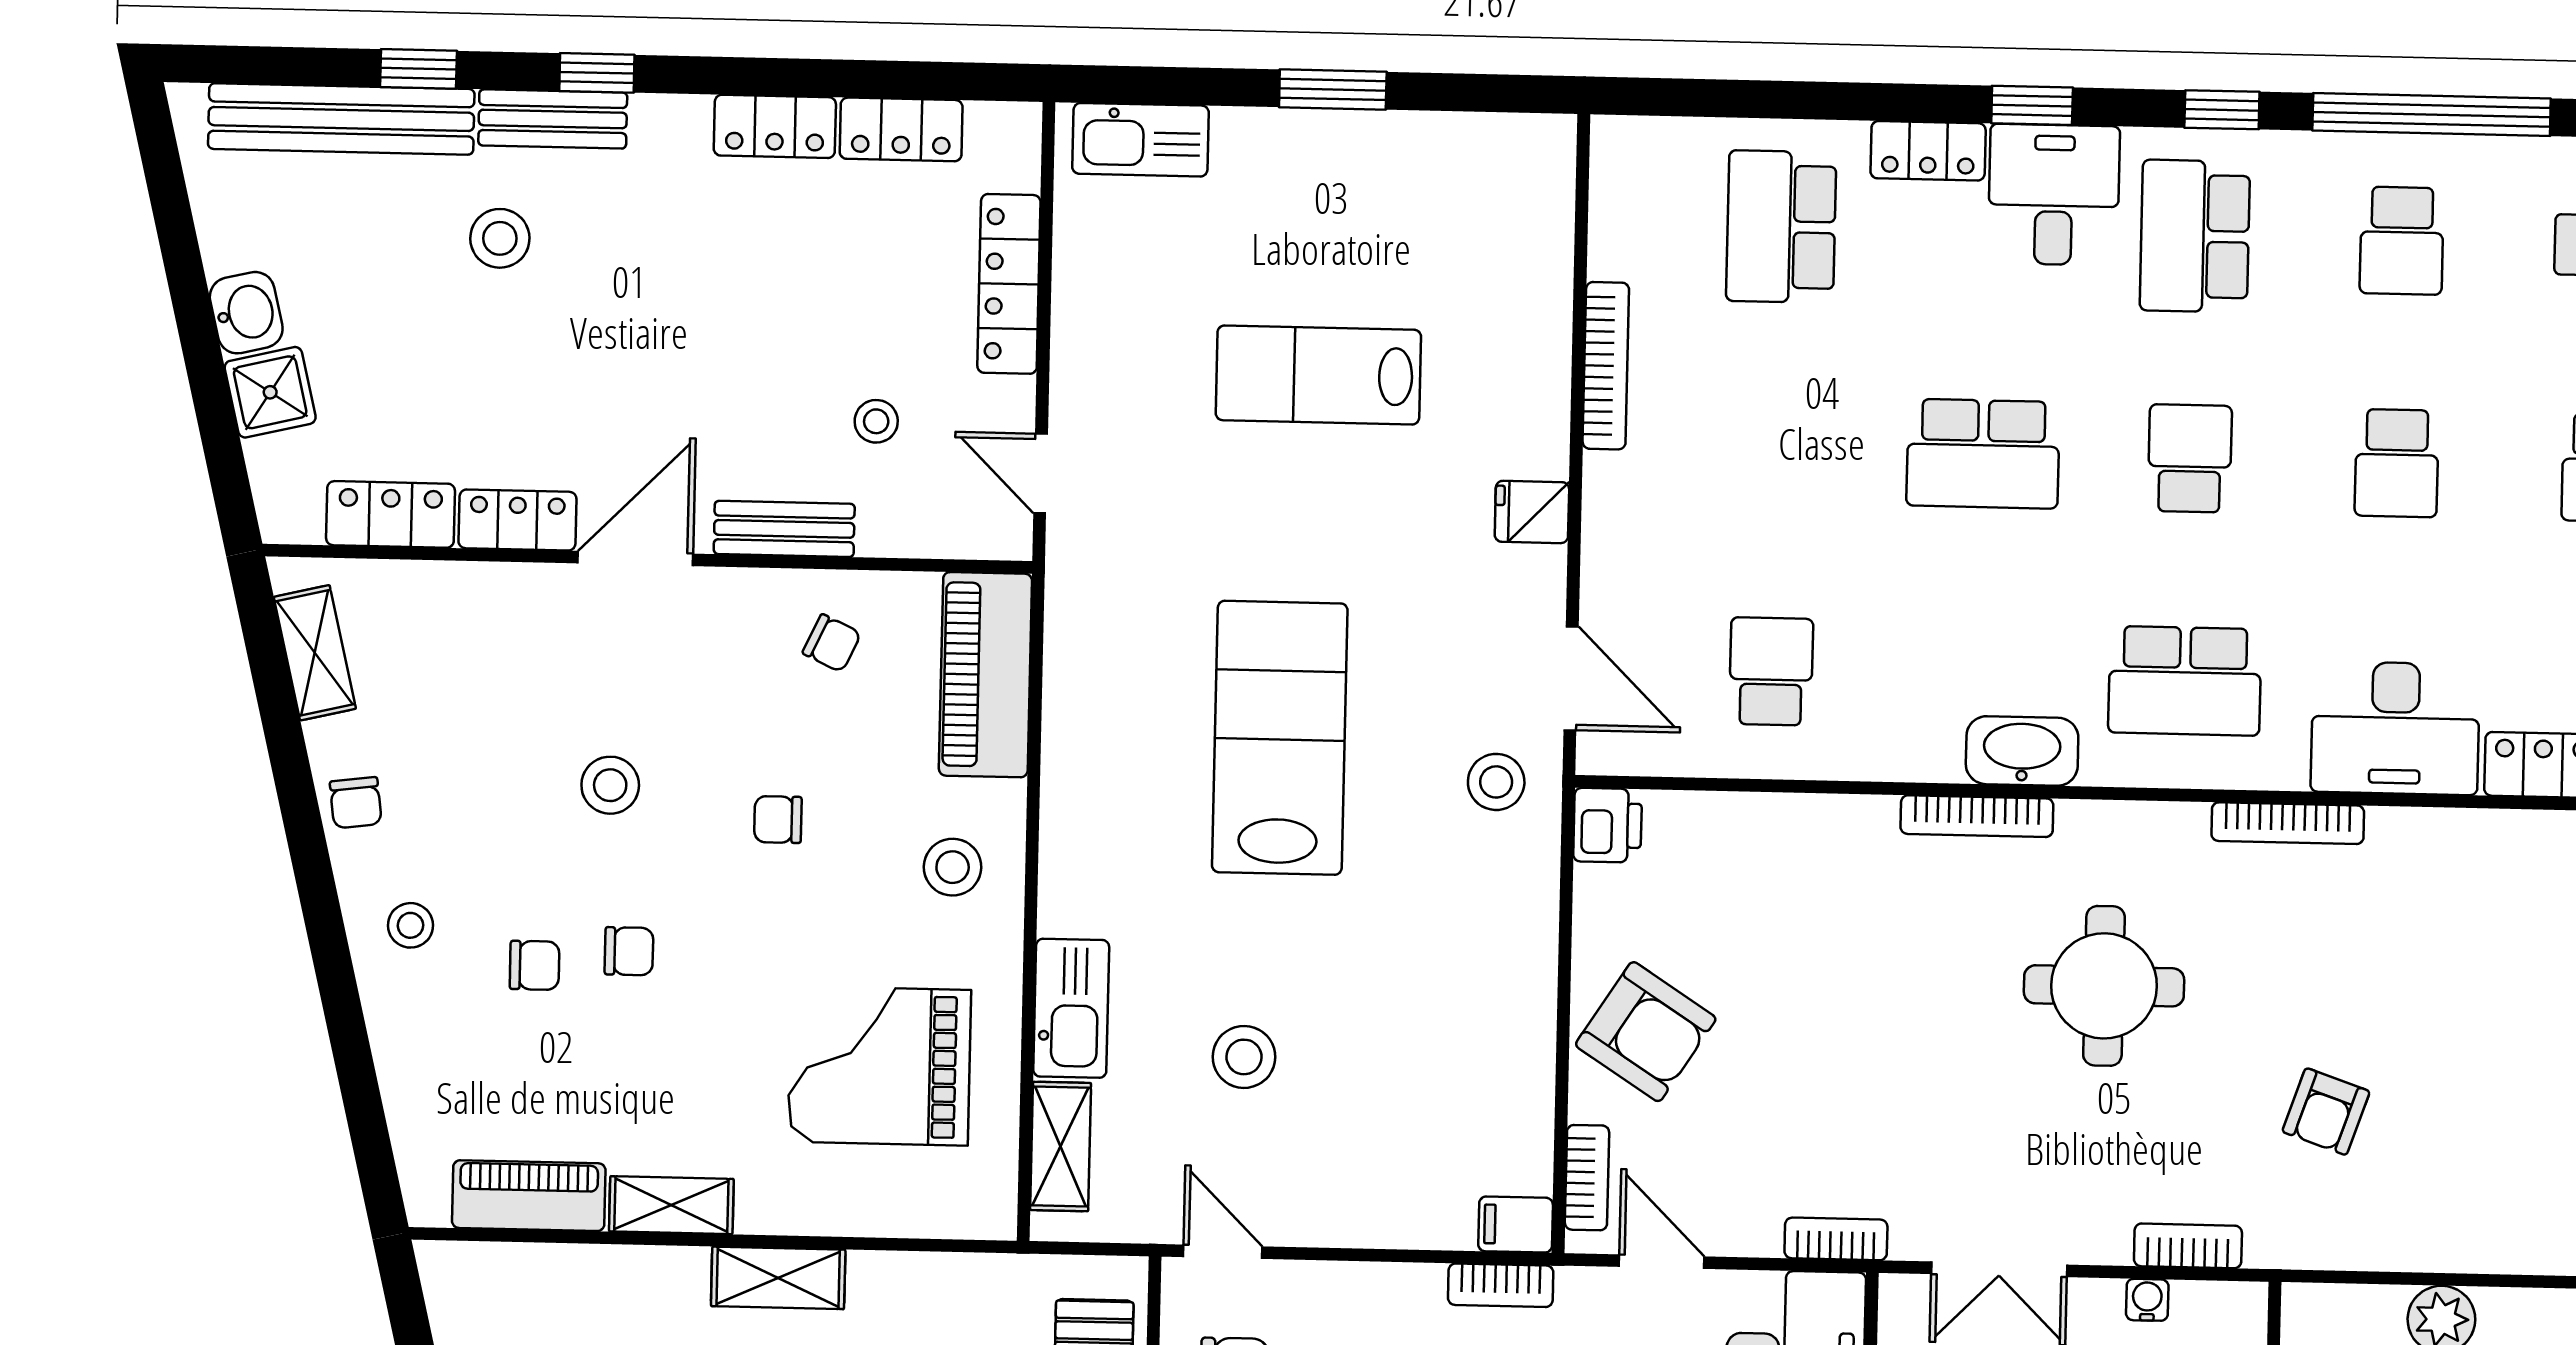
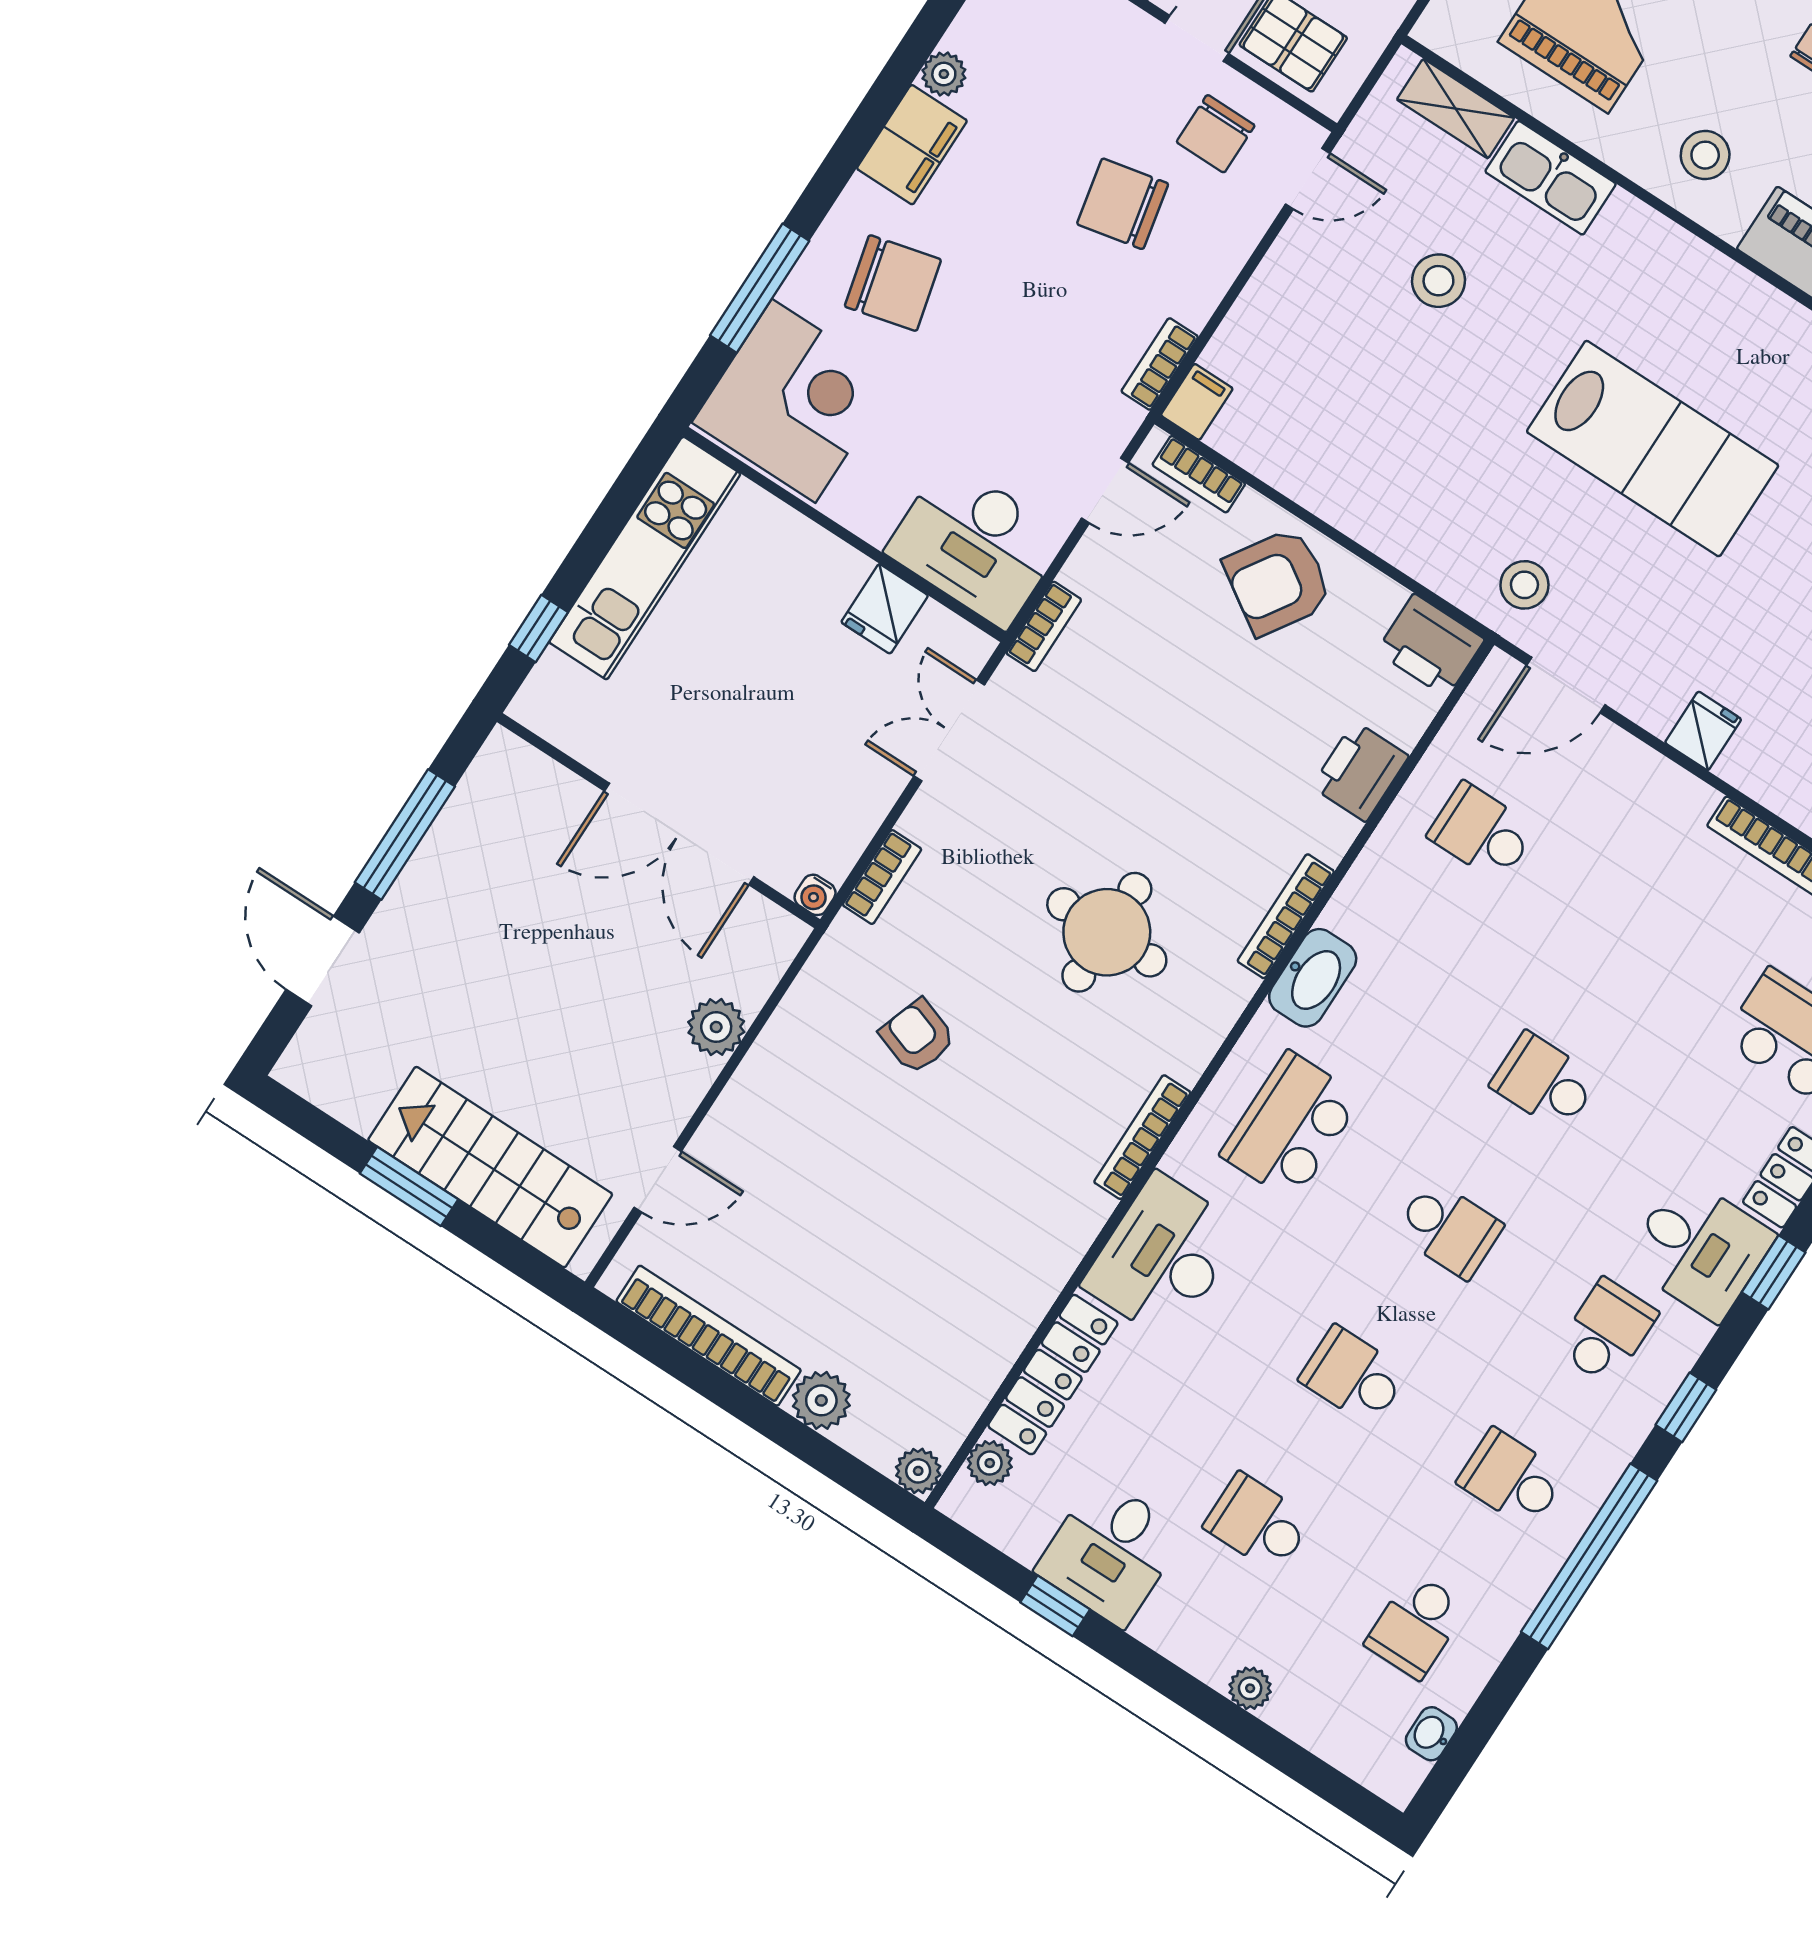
school desk: (2195, 236) -> (1607, 1332), width x0.54
school desk: (1983, 454) -> (1544, 1082), width x0.54
school desk: (1771, 671) -> (1482, 832), turned 180
printer: (1608, 825) -> (1430, 645), width x1.36, depth x1.24
printer: (1785, 831) -> (1360, 771), added
water cooler: (2147, 1300) -> (815, 895), moved, turned 90

